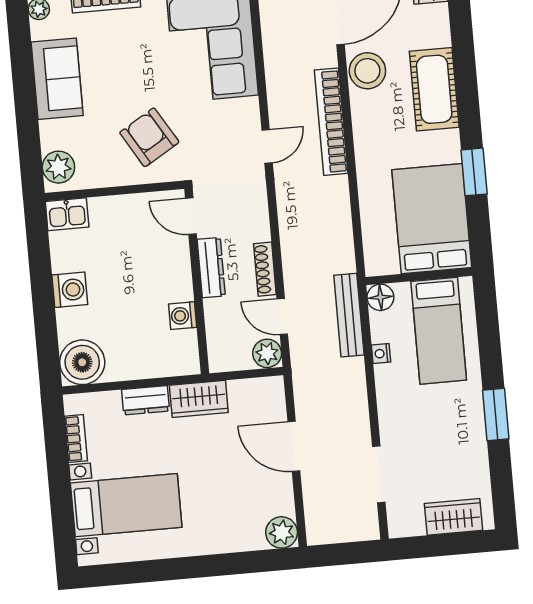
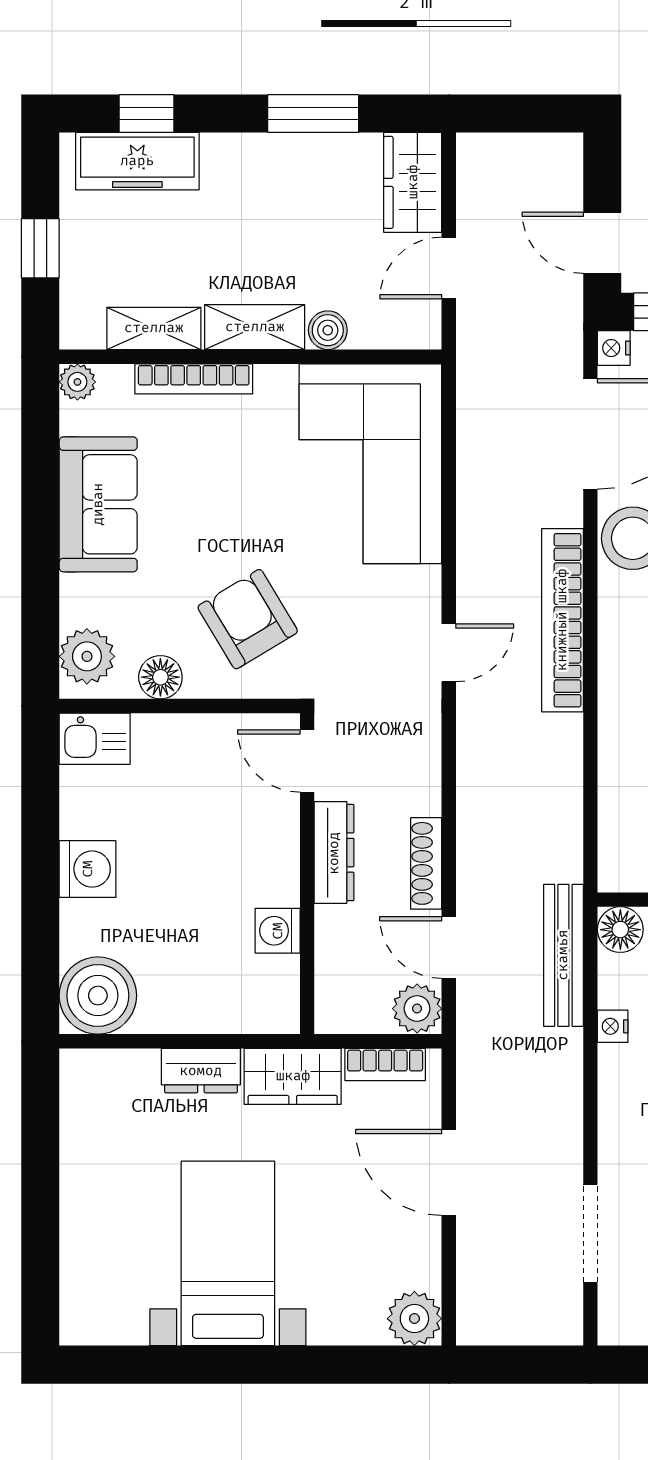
floor lamp: (102, 175) -> (160, 677), added
bookcase: (76, 438) -> (385, 1064), moved, turned 90
bed with nightstands: (126, 505) -> (228, 1253), moved, turned -90

